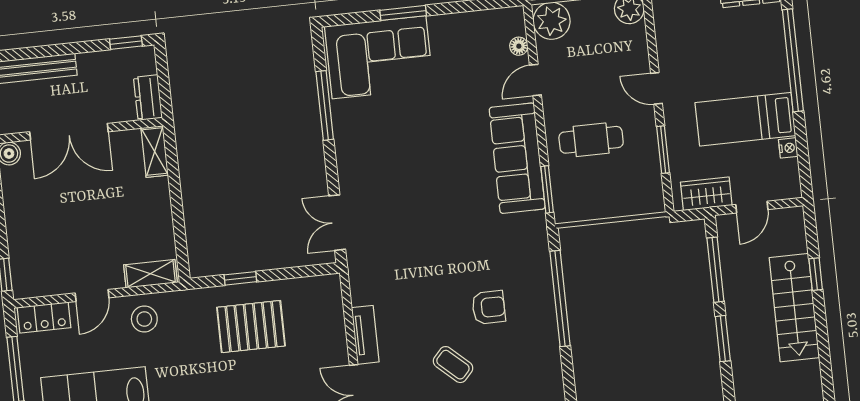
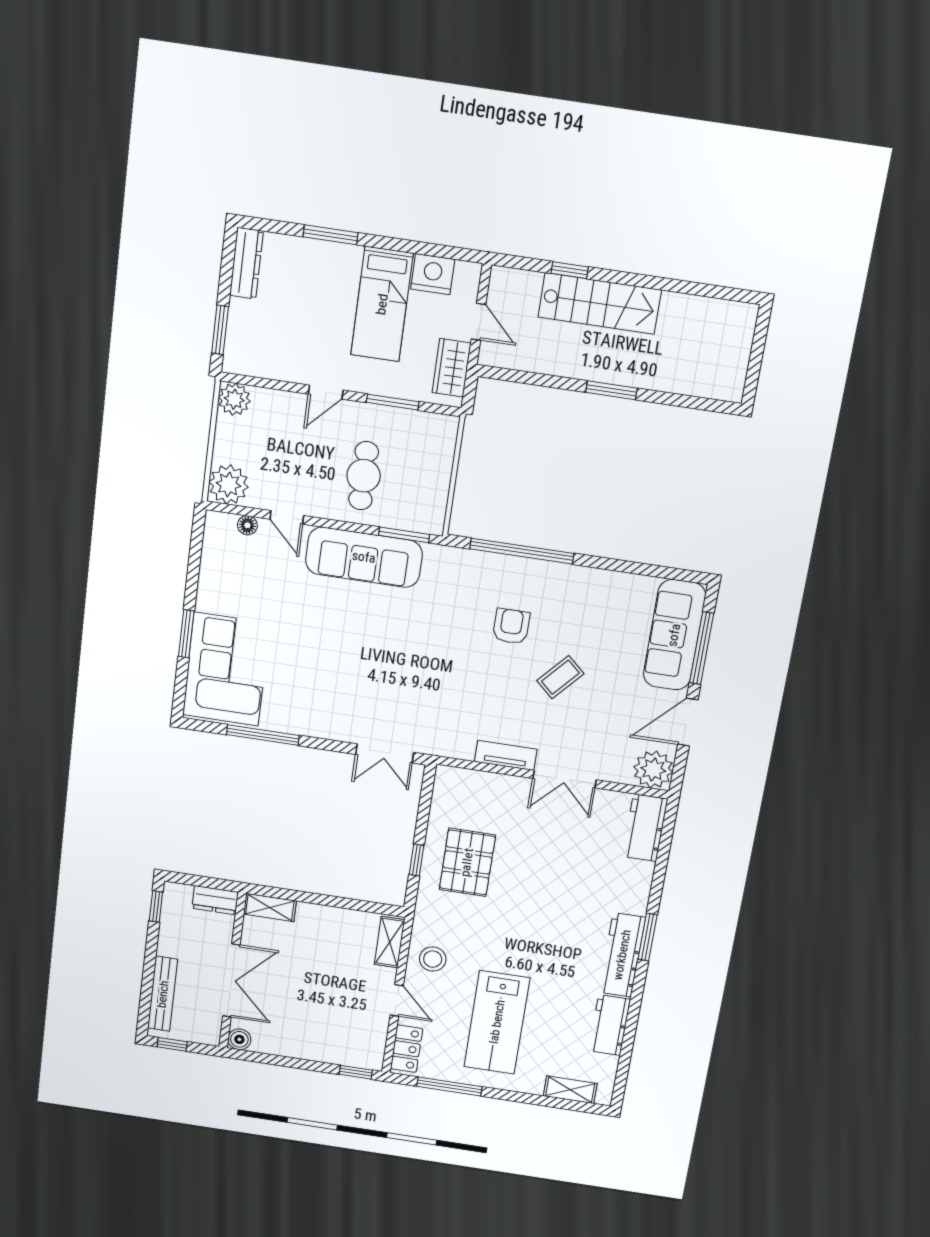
window: (793, 60) -> (331, 235), width x0.47
nightstand: (788, 148) -> (433, 274), width x1.89, depth x1.79
window: (715, 270) -> (535, 379), removed

